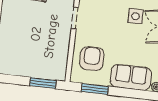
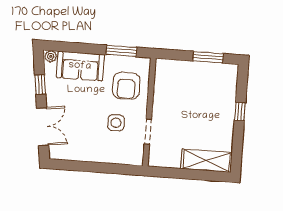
side table: (136, 16) -> (116, 123), moved
window: (43, 83) -> (208, 57), moved

